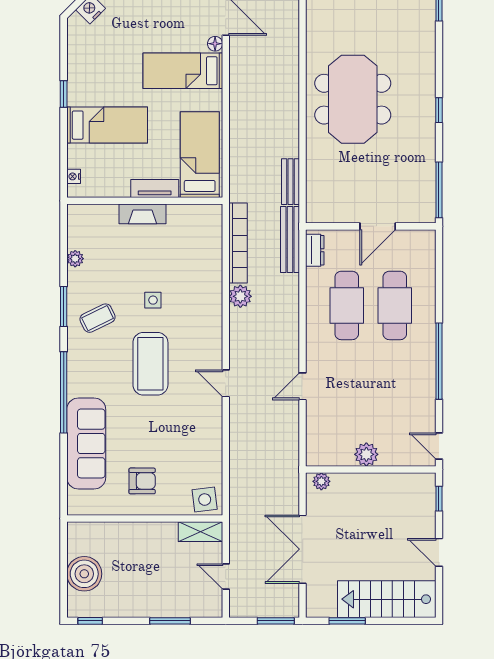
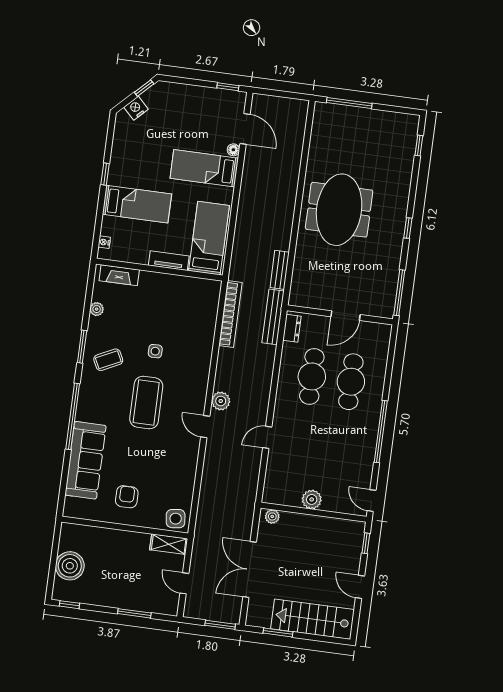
fireplace: (142, 214) -> (119, 275), moved
plant: (240, 296) -> (221, 401), moved
armchair: (142, 481) -> (127, 497), turned -90

